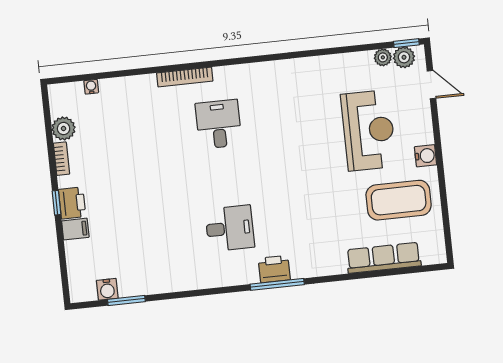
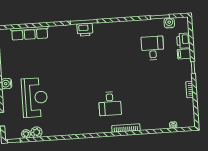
plant: (404, 57) -> (36, 132), moved
plant: (64, 128) -> (188, 105), removed
reception desk: (369, 130) -> (35, 98), turned 180
coffee table: (399, 200) -> (21, 62), removed
printer: (72, 203) -> (183, 41), moved
desk: (230, 228) -> (153, 48), moved, turned 90

